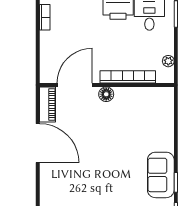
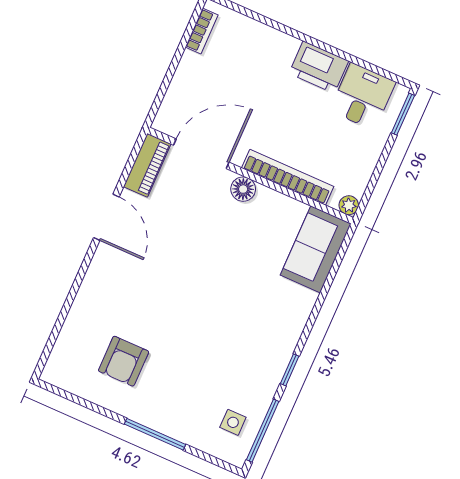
plant: (168, 61) -> (349, 205), moved
door: (38, 143) -> (106, 217), width x0.73
sofa: (161, 175) -> (316, 249), moved

